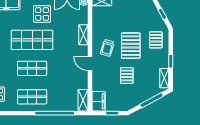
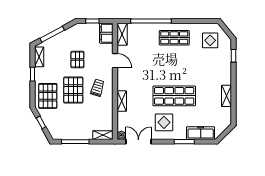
pallet: (156, 40) -> (48, 96), width x1.50, depth x1.42
door: (90, 64) -> (115, 61), moved
shop shelf: (32, 68) -> (174, 67), removed

